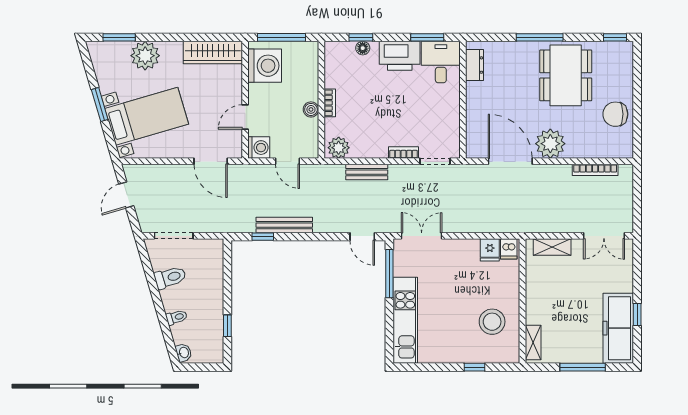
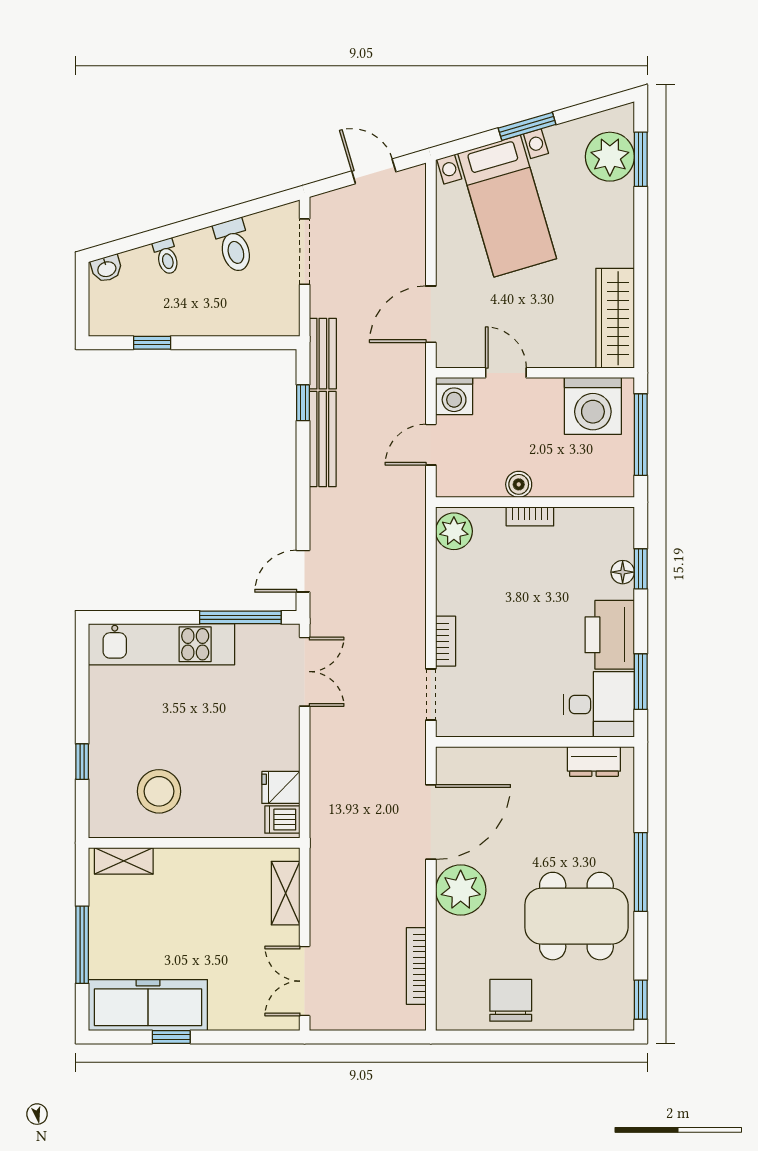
plant: (145, 56) -> (610, 157), moved
bench: (367, 172) -> (323, 354), moved

